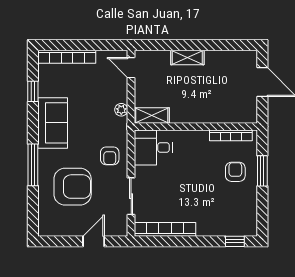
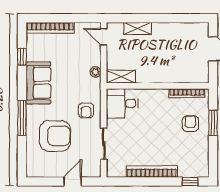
shelving: (187, 58) -> (137, 28), moved
bookcase: (165, 229) -> (152, 172), moved

